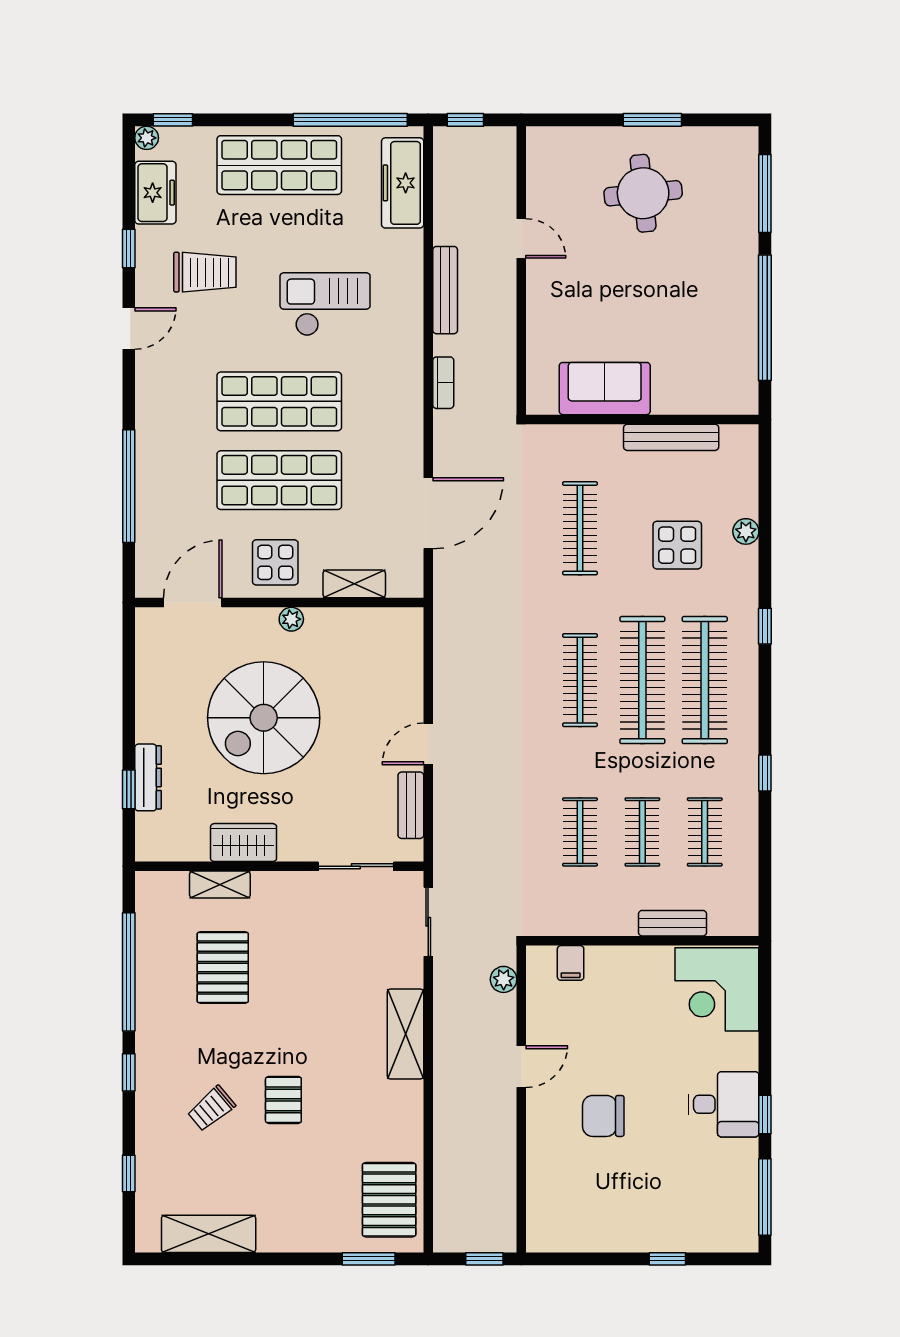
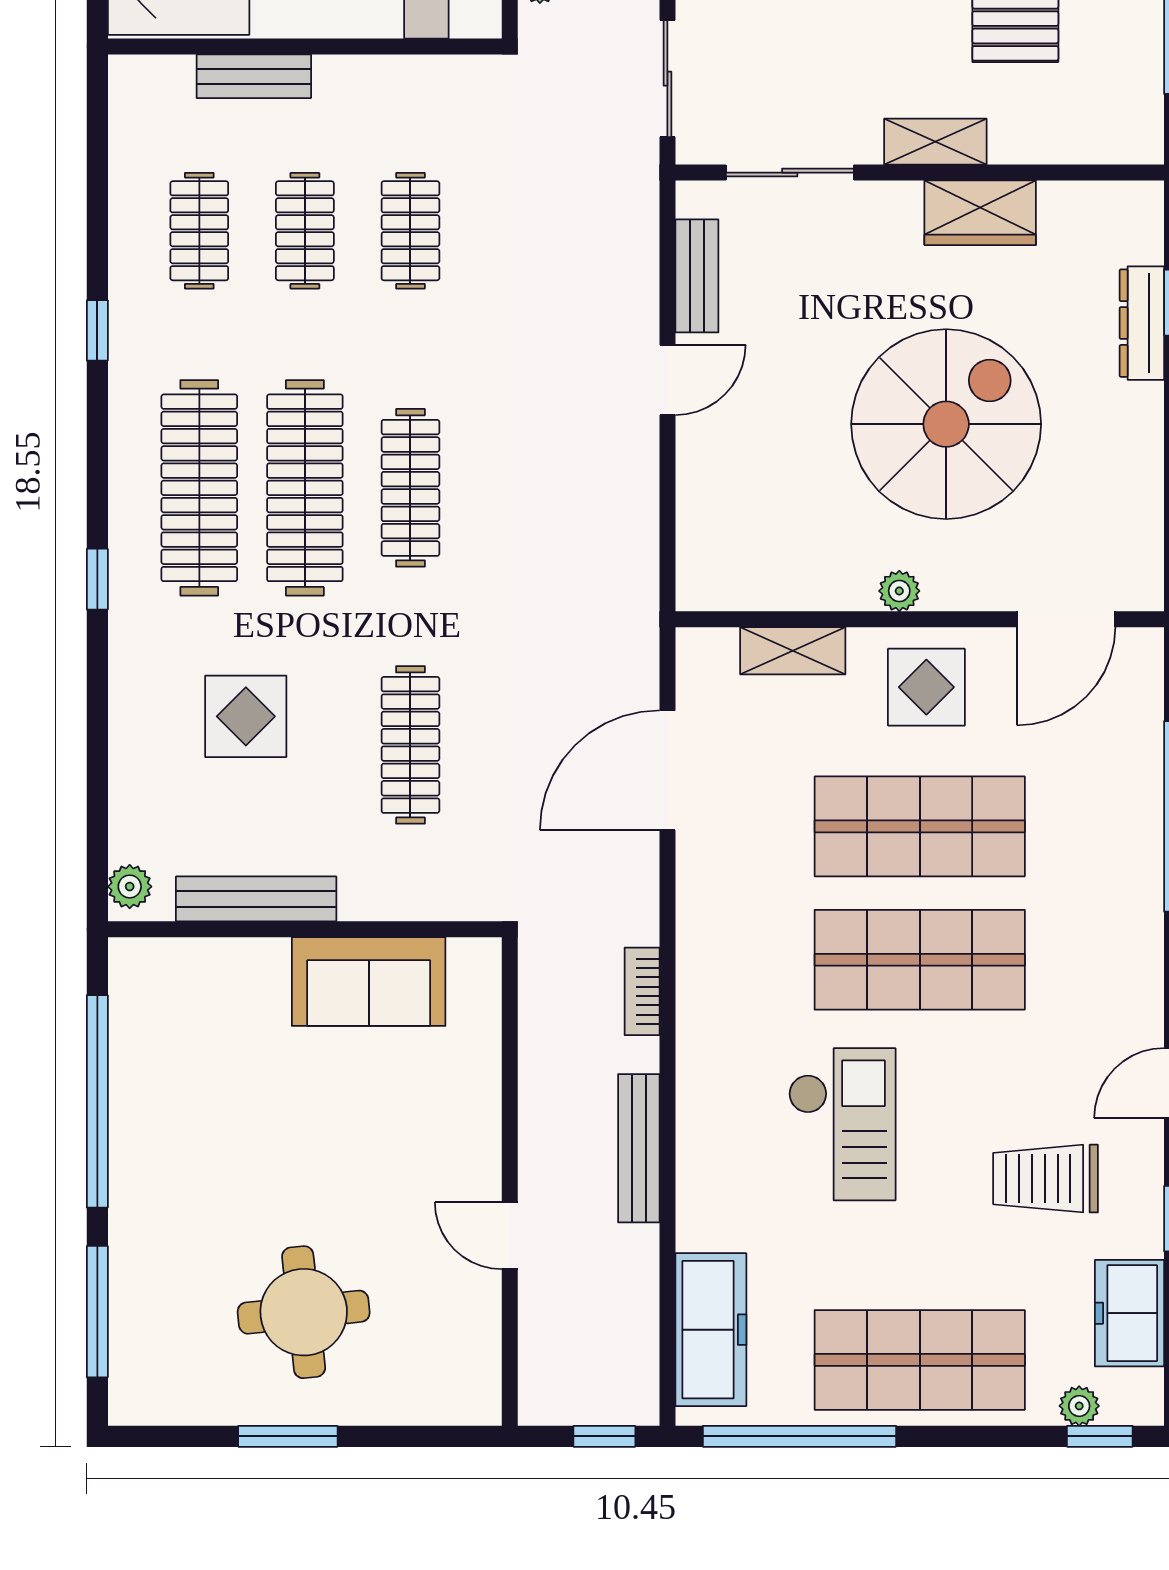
plant: (147, 138) -> (1079, 1406), moved
checkout: (325, 304) -> (842, 1124), turned -90
plant: (746, 531) -> (130, 887), moved
shelving: (220, 885) -> (935, 142), moved

